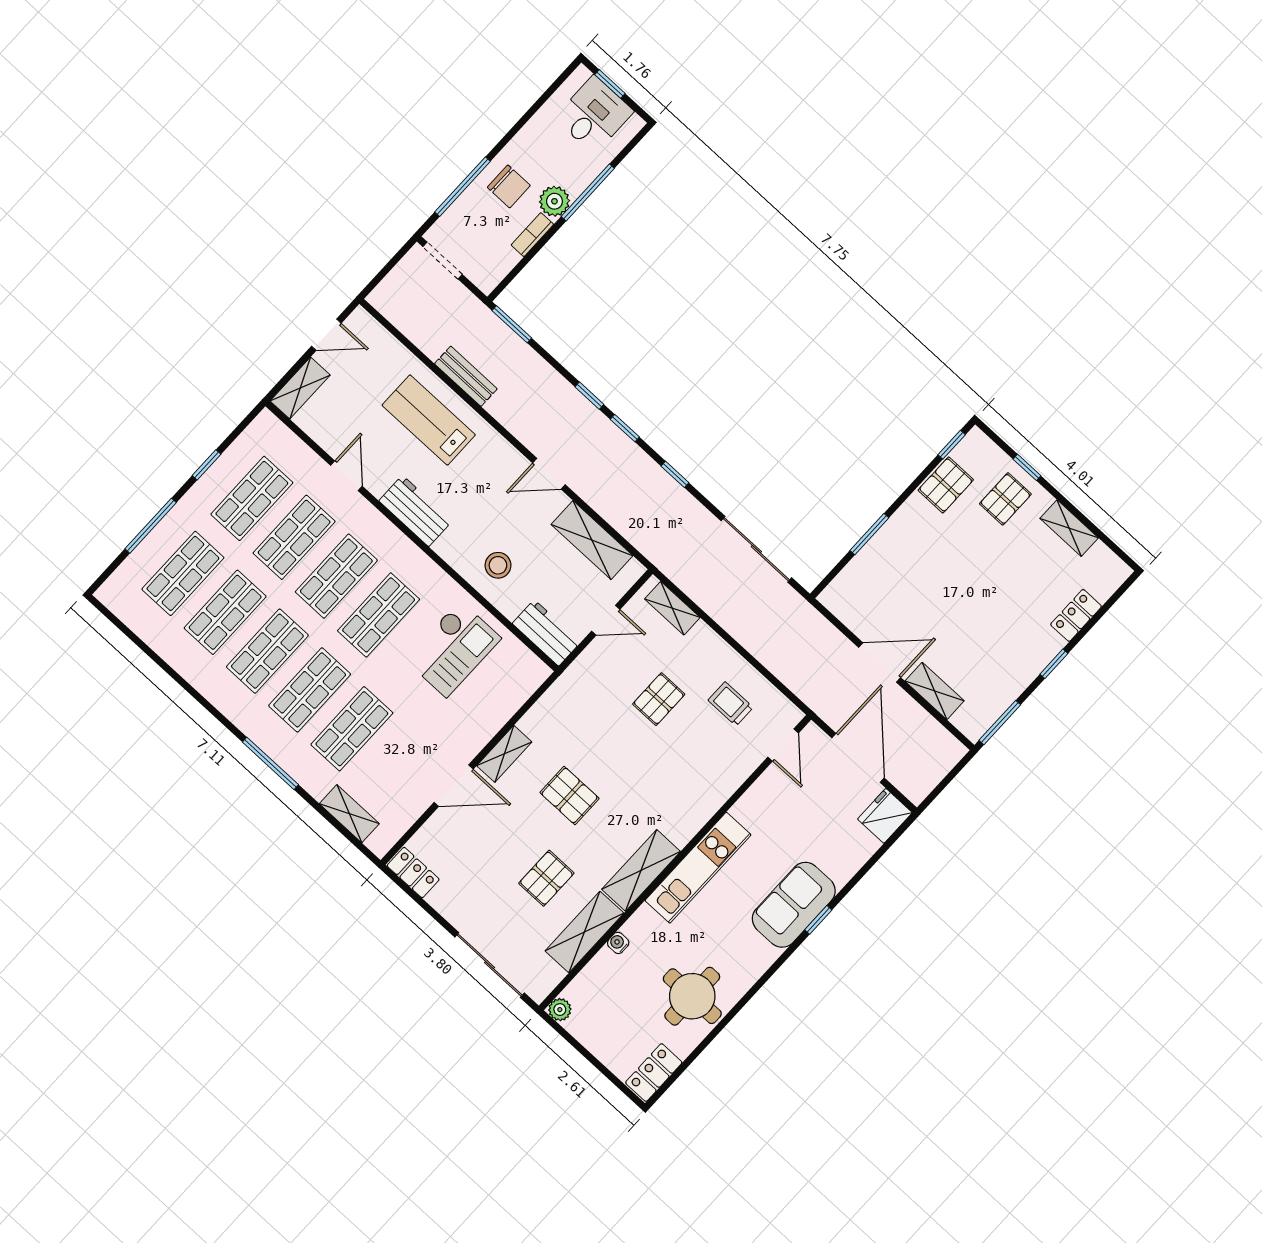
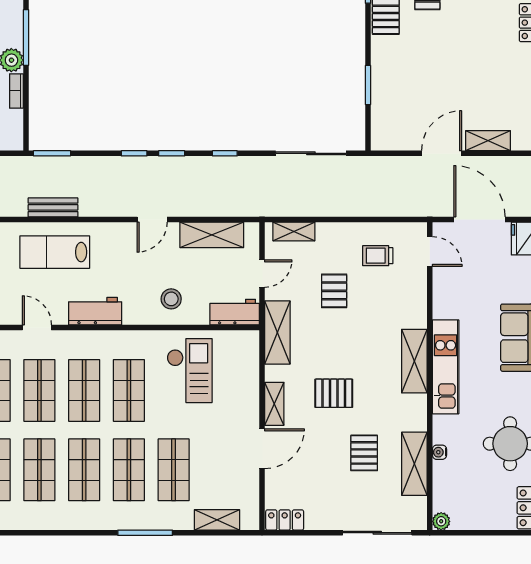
shelving: (569, 689) -> (277, 333), added
shelving: (641, 870) -> (414, 361), moved

